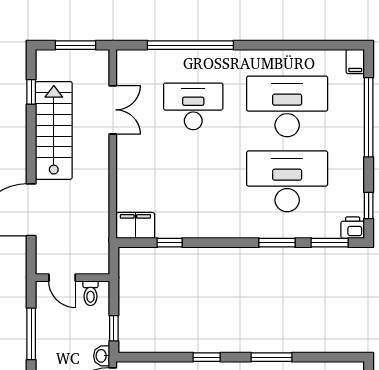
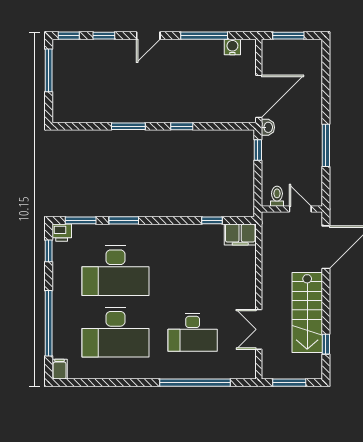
door: (62, 278) -> (300, 209), moved
wall: (72, 278) -> (292, 209), moved
toilet: (90, 293) -> (277, 196), moved

